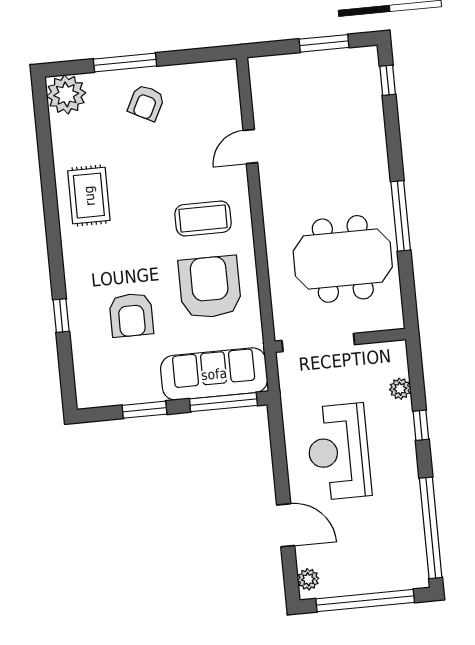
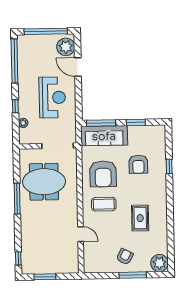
door: (250, 146) -> (81, 234), hinge flipped
rug: (89, 196) -> (140, 218), moved
armchair: (131, 315) -> (138, 164), turned 180
plant: (308, 579) -> (66, 47), width x1.88, depth x1.88

